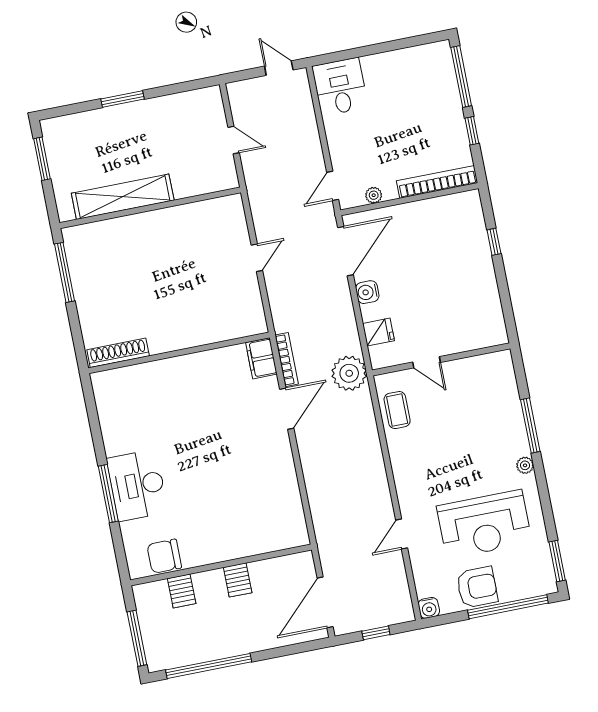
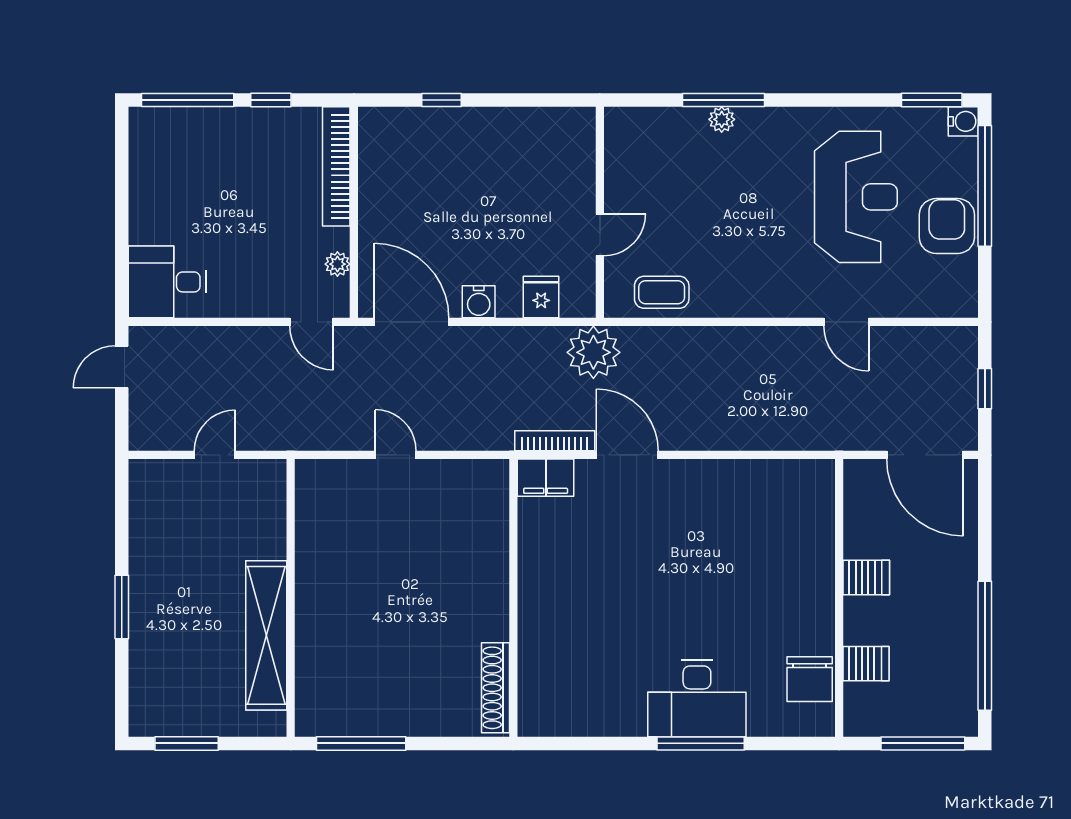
plant: (525, 465) -> (722, 119), moved
water cooler: (429, 608) -> (963, 121), moved

